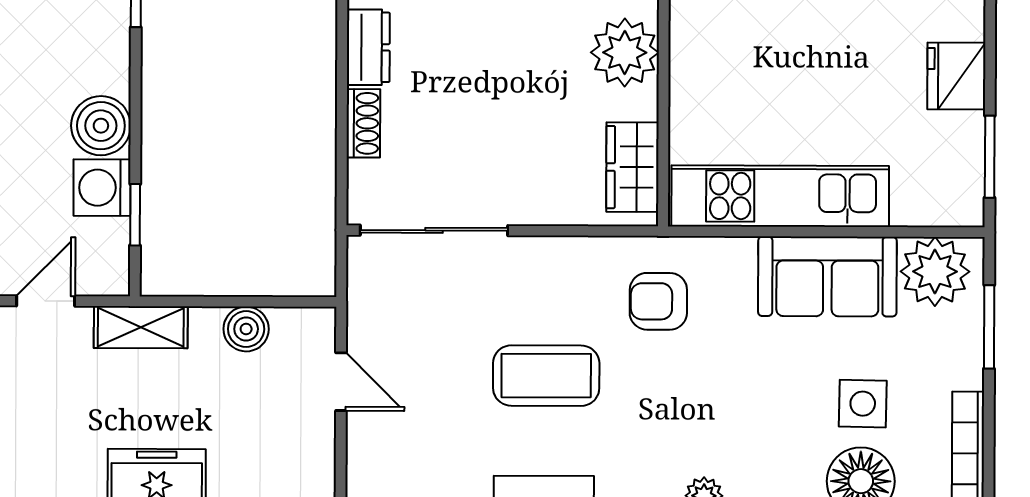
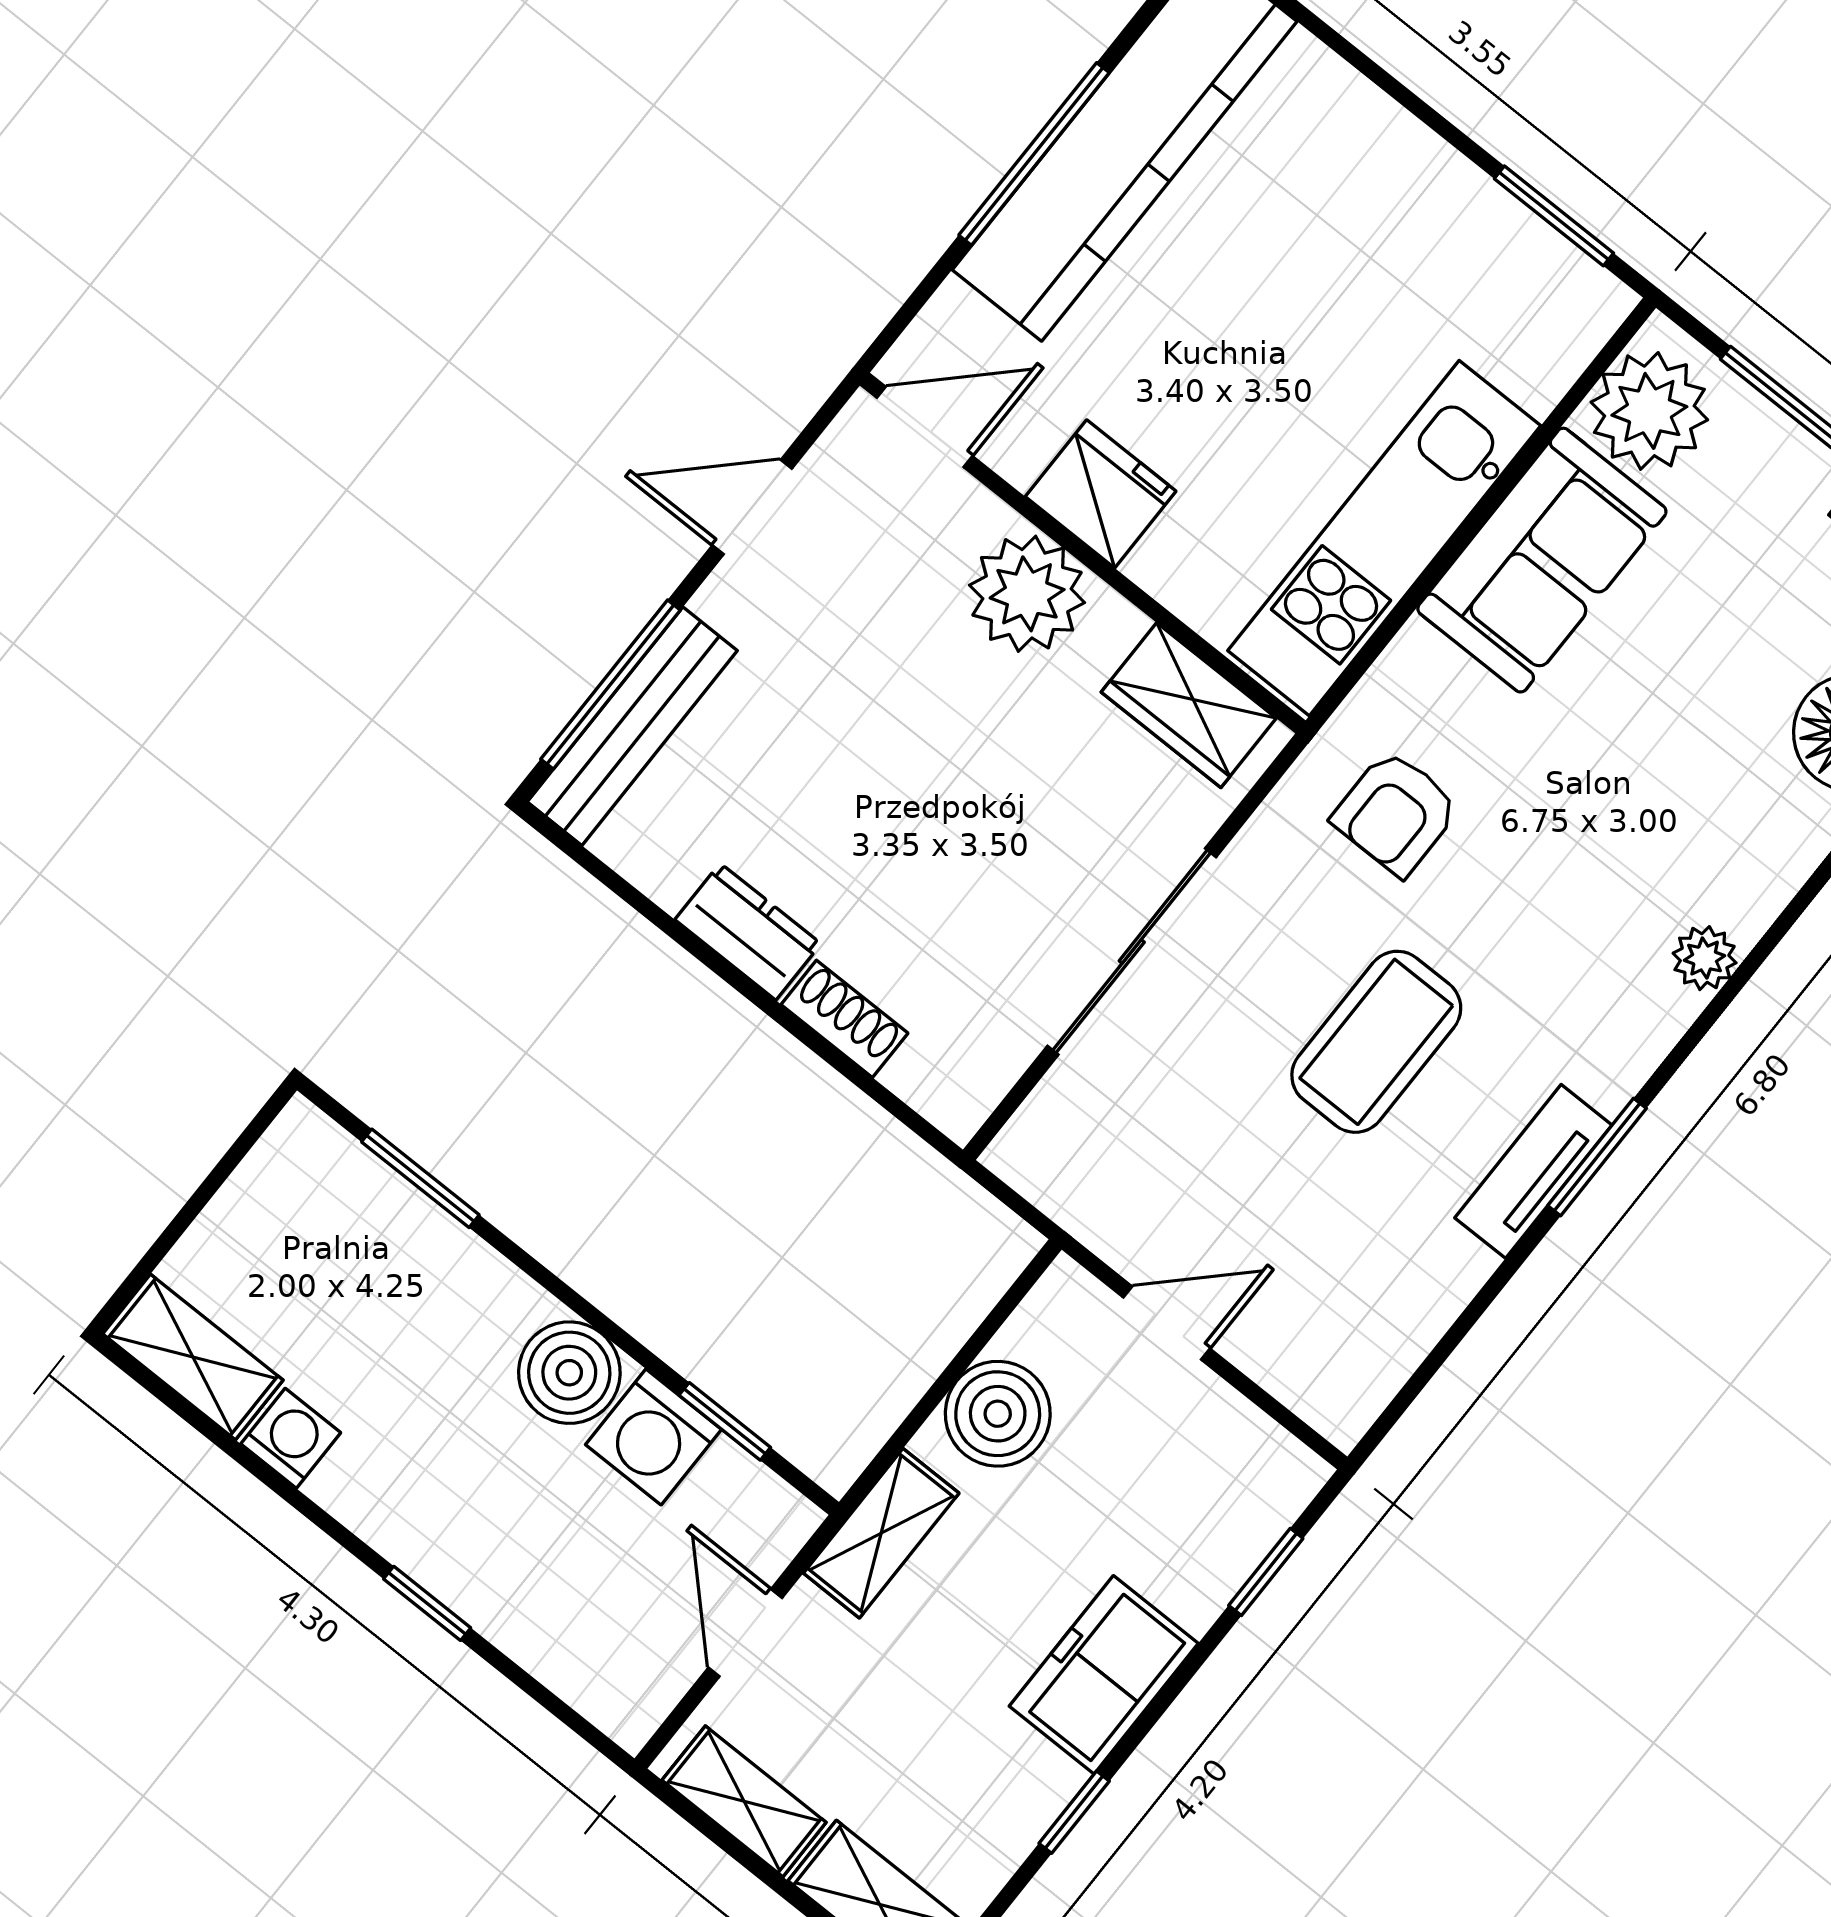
fridge: (956, 76) -> (1101, 494), moved, turned 180
sliding door: (434, 230) -> (1132, 951), moved
boiler: (246, 329) -> (998, 1414), width x1.36, depth x1.36
side table: (863, 404) -> (1750, 648), removed

